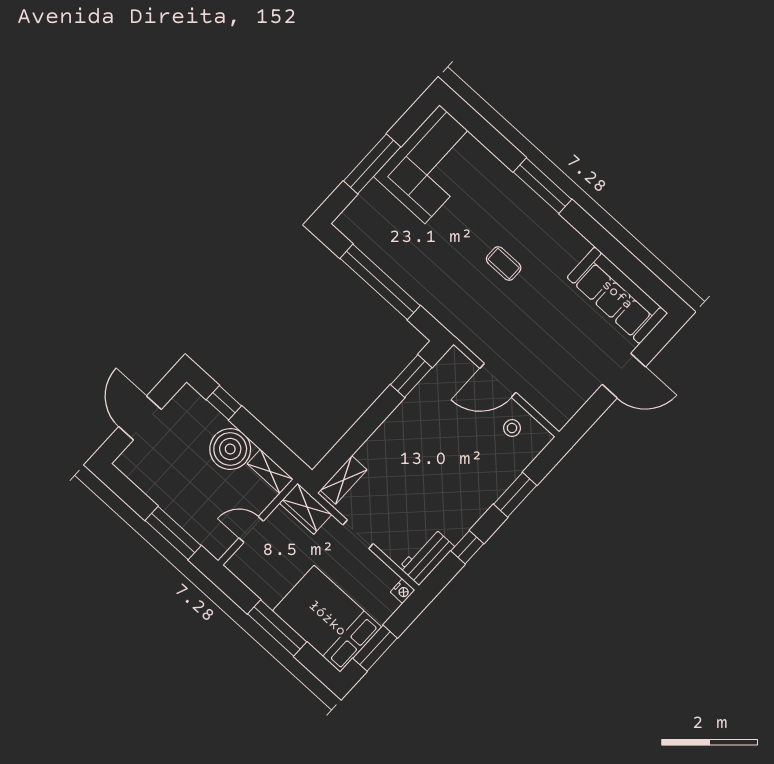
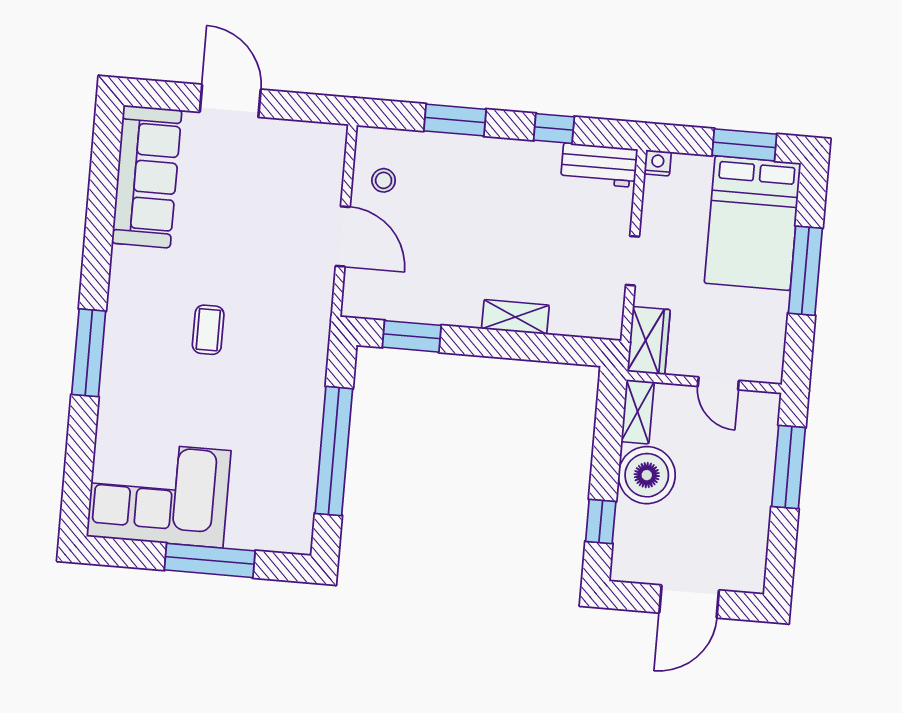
shelving: (344, 480) -> (515, 317), moved

